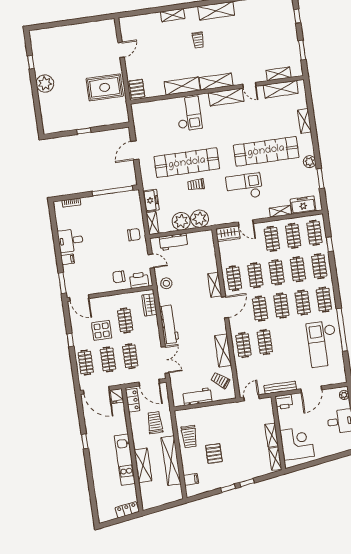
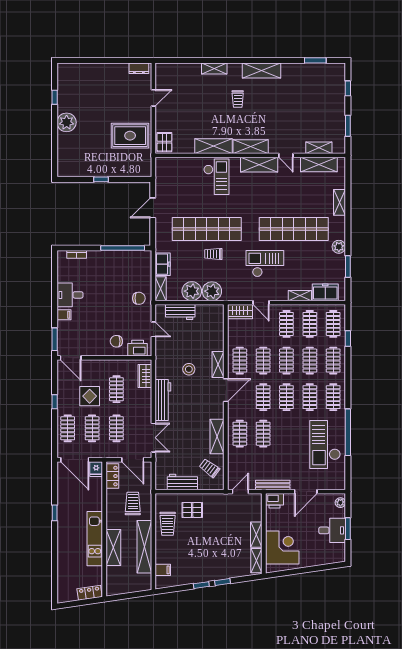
dresser: (104, 25) -> (139, 68), added
stool: (166, 283) -> (189, 369), moved
pallet: (214, 453) -> (192, 510), moved, turned 90

